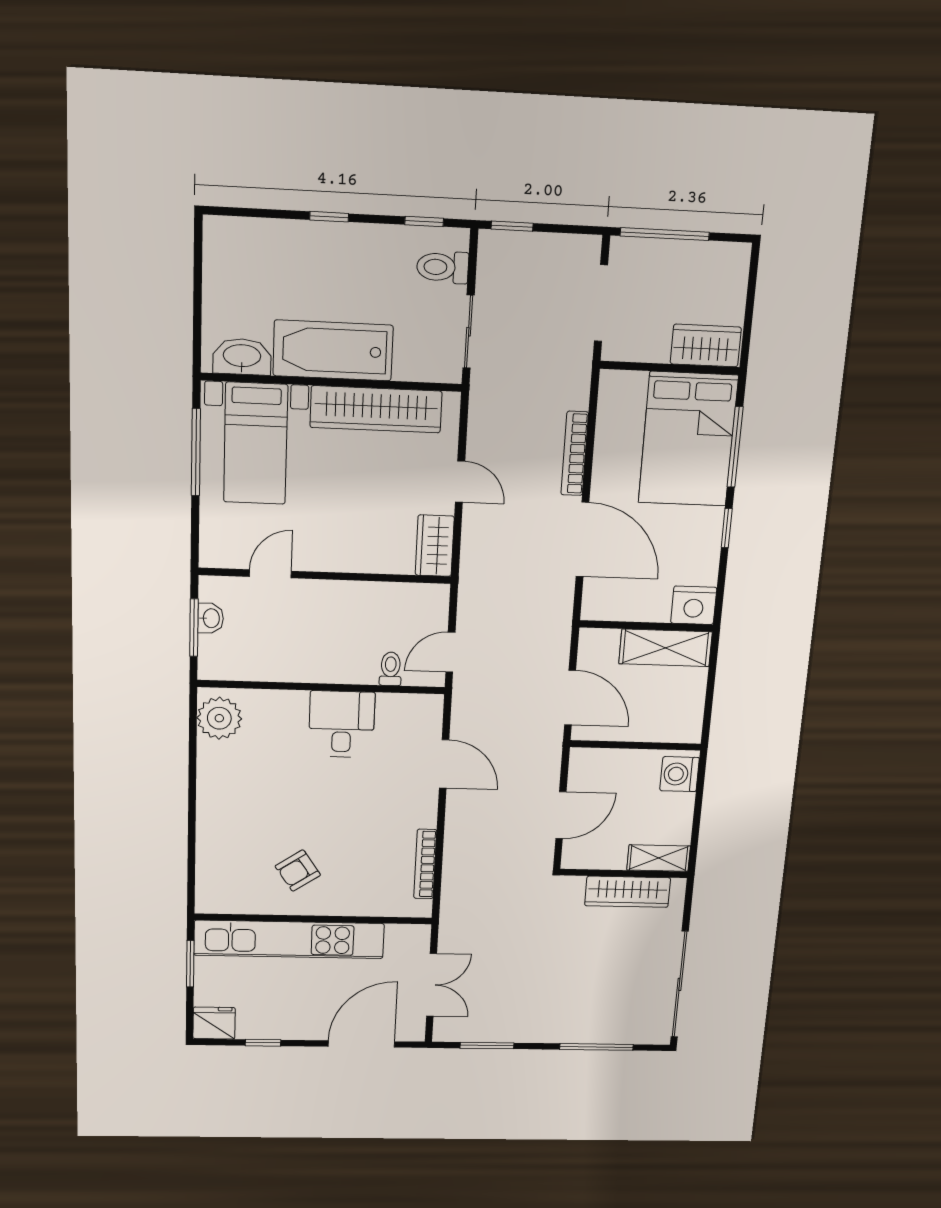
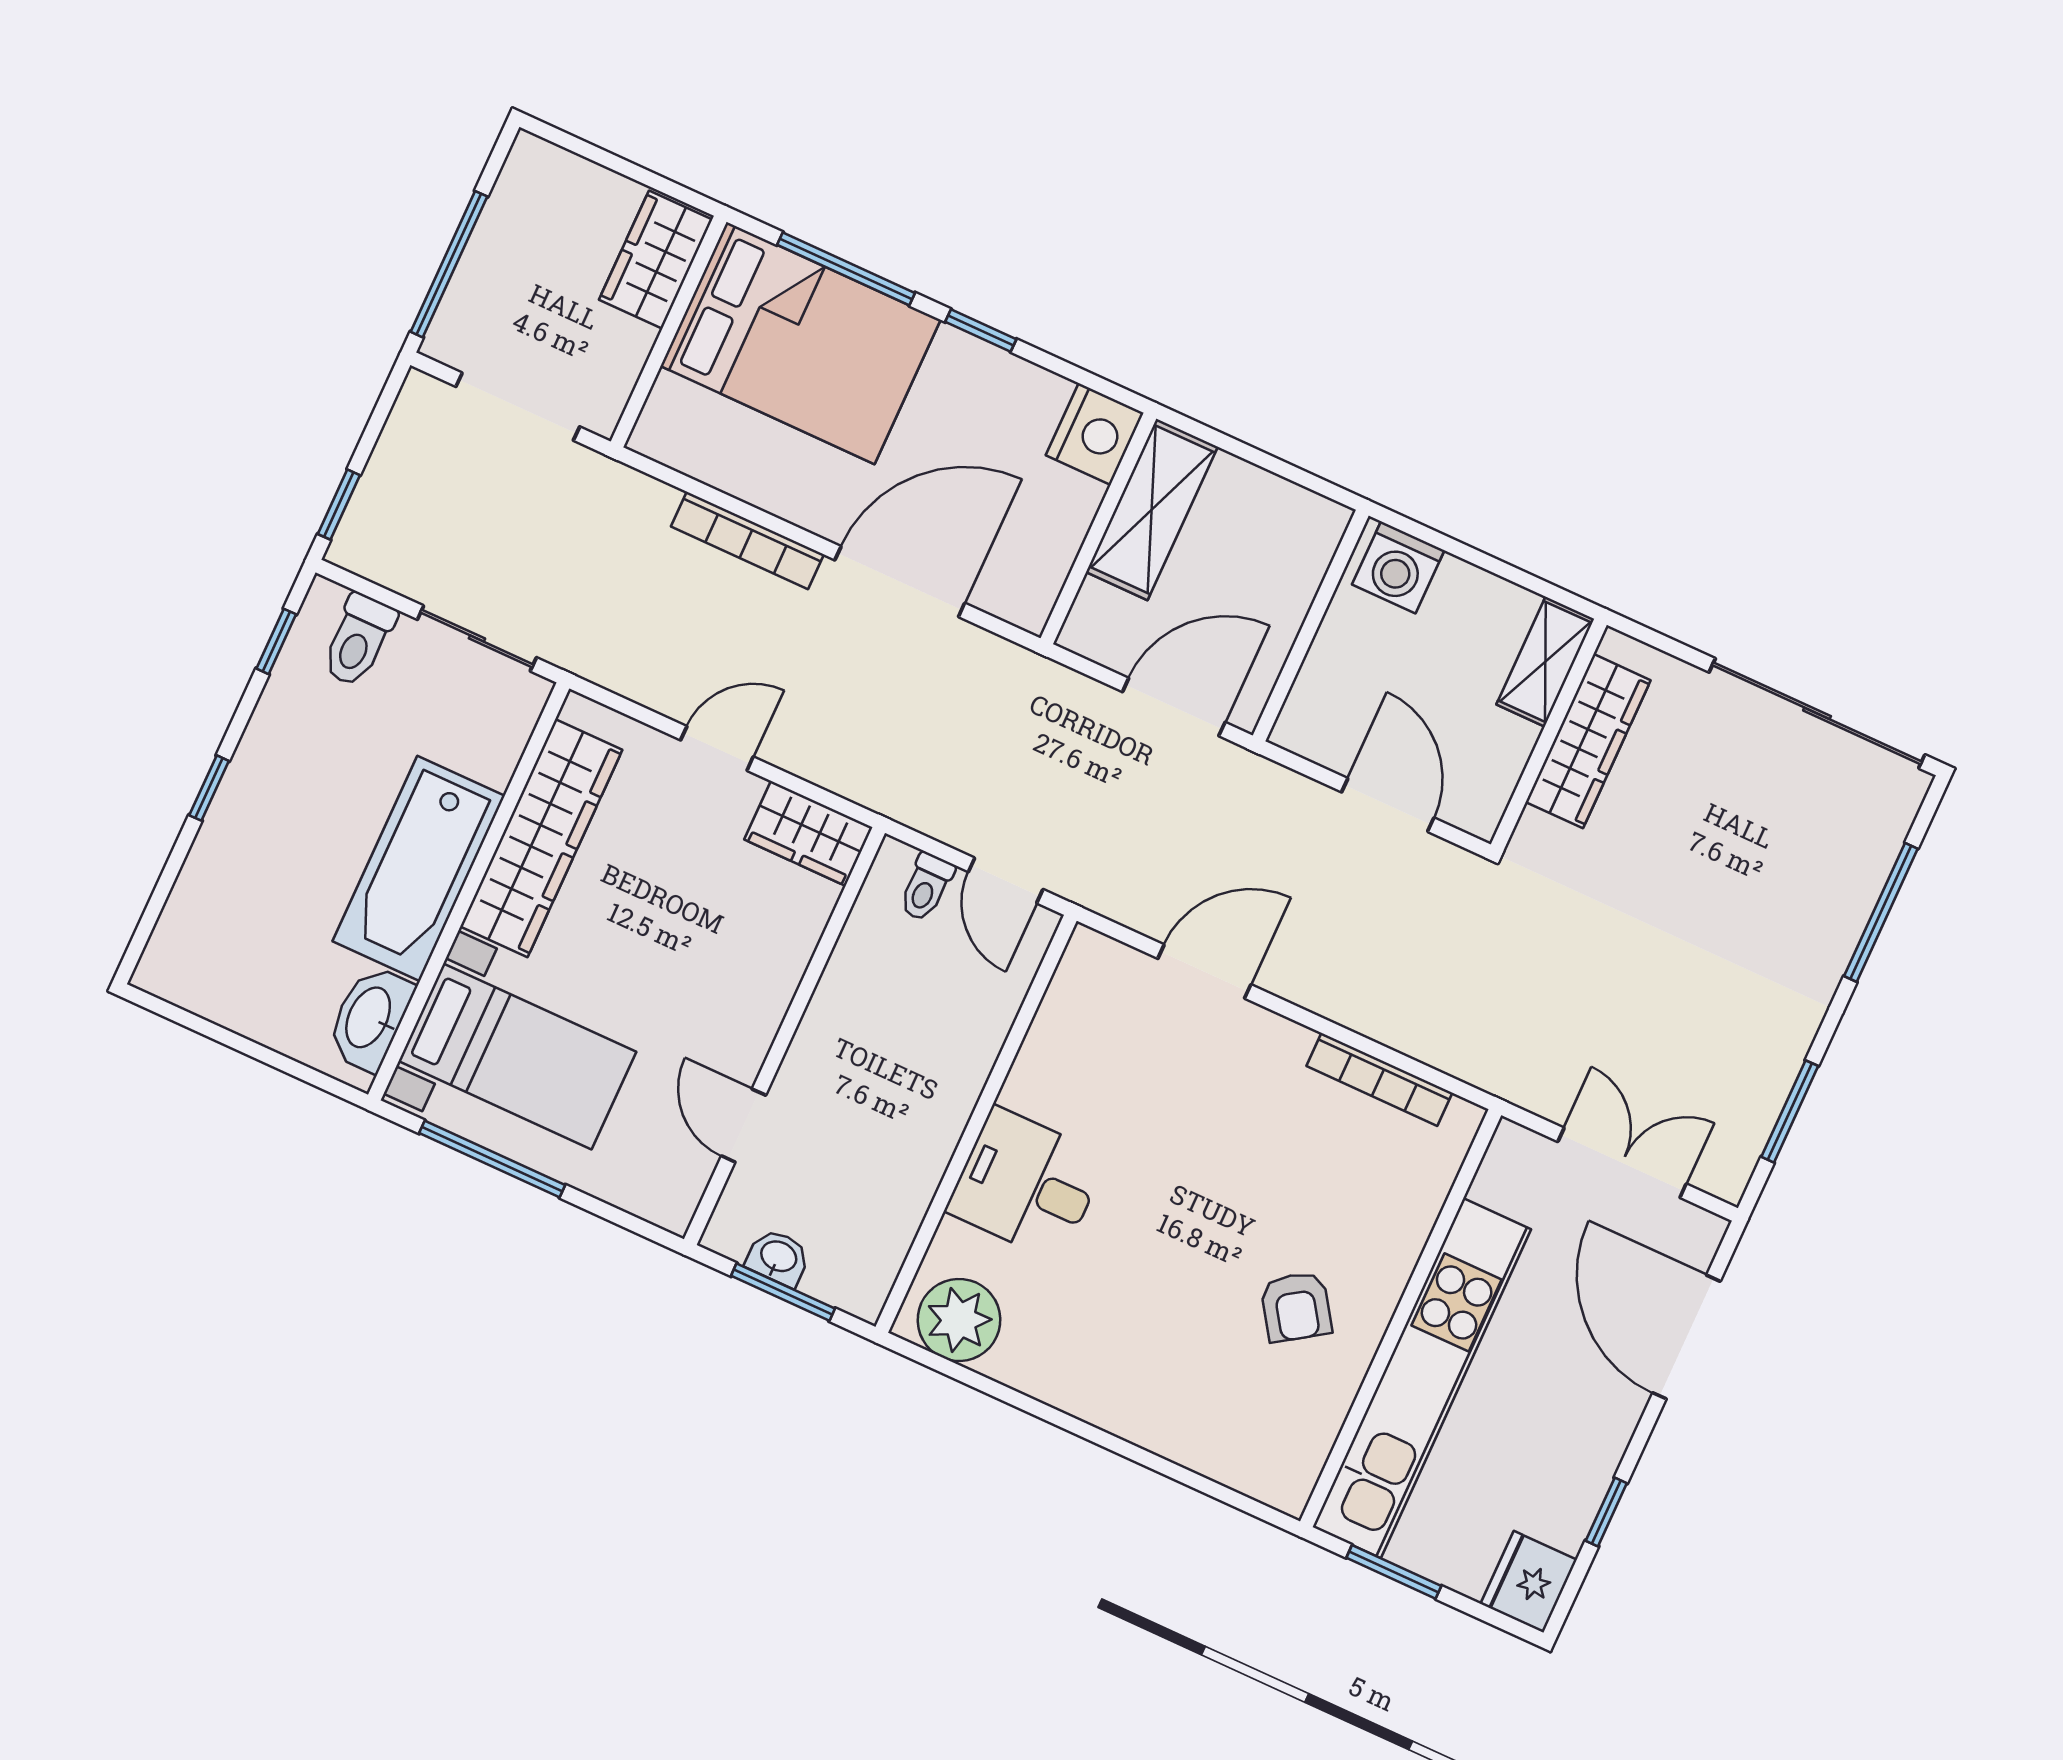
toilet: (391, 669) -> (926, 887), moved, turned -90
desk: (342, 724) -> (1027, 1184), moved

